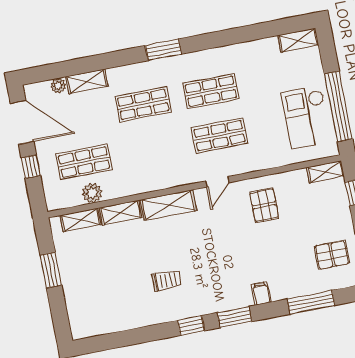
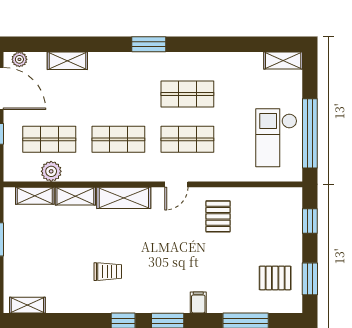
plant: (58, 86) -> (19, 59), moved
shop shelf: (143, 104) -> (118, 139), moved
shelving: (325, 172) -> (27, 305), moved

